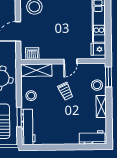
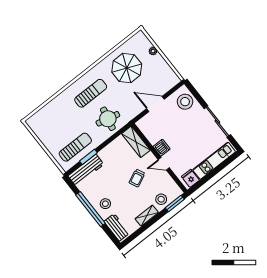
dishwasher: (32, 54) -> (162, 148), moved
stool: (31, 96) -> (105, 204), moved
window: (62, 147) -> (90, 209), added

